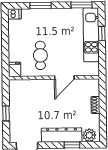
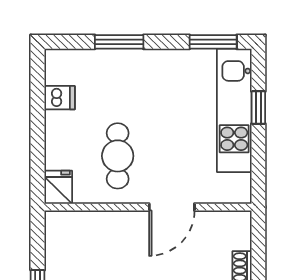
dishwasher: (14, 14) -> (60, 98), moved

